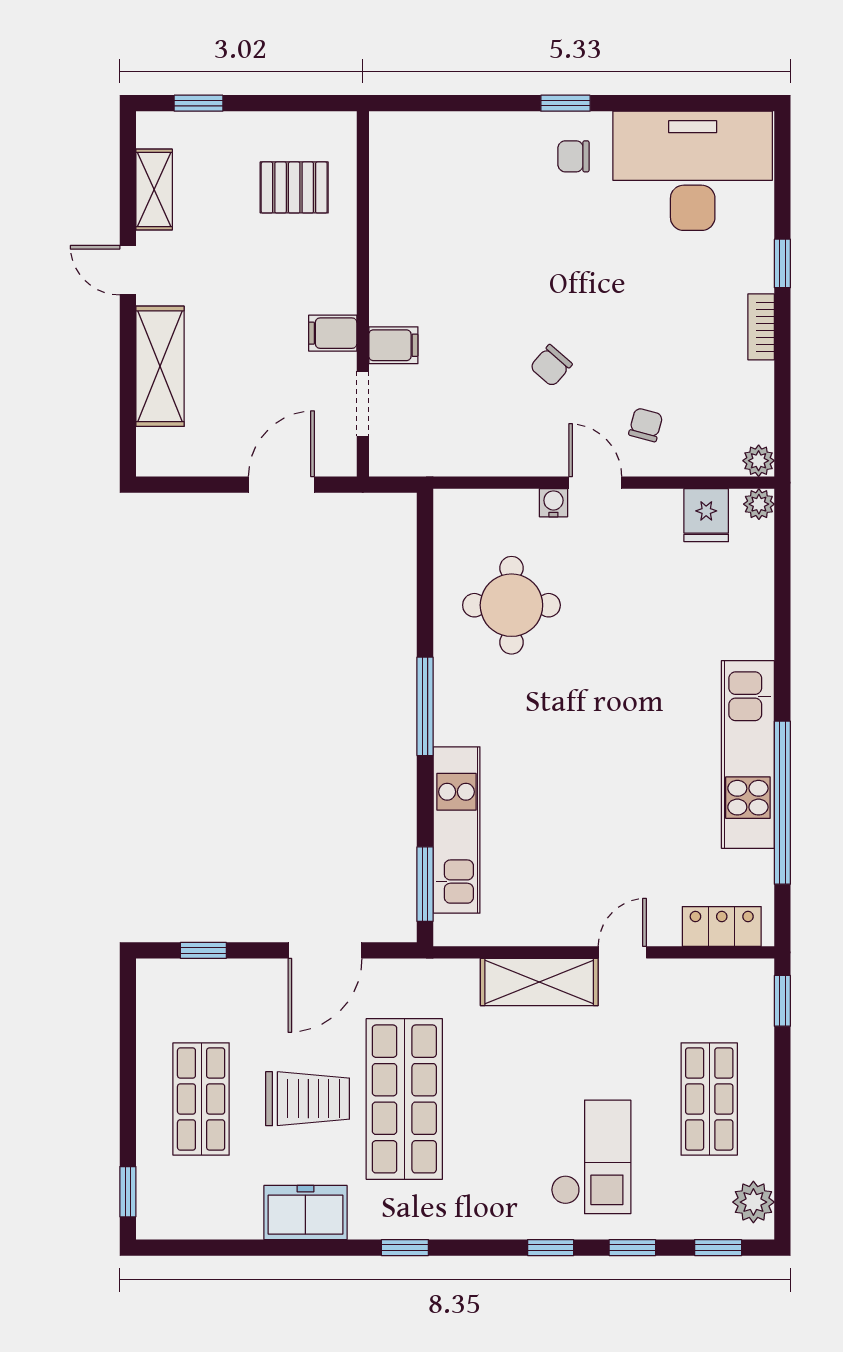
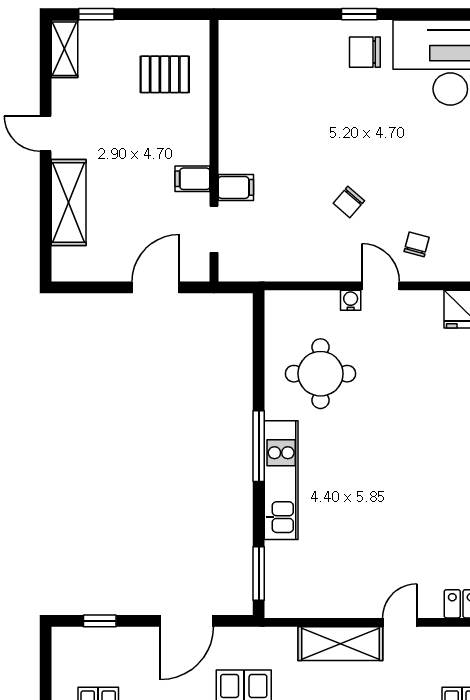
chair: (573, 156) -> (365, 52), width x1.37, depth x1.37
shelving: (154, 190) -> (65, 49), moved
kitchen unit: (456, 830) -> (281, 480), moved

